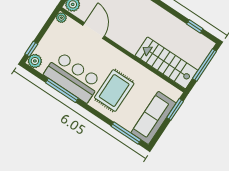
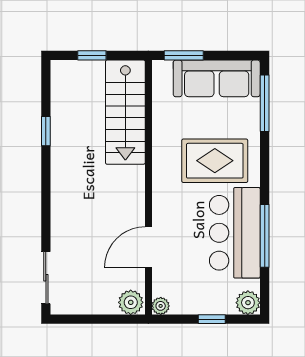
window: (195, 26) -> (46, 131), moved
window: (31, 49) -> (212, 319), moved
window: (205, 65) -> (92, 55), width x0.46

